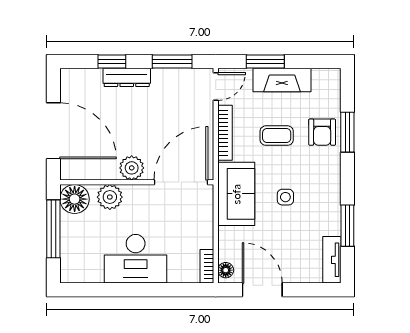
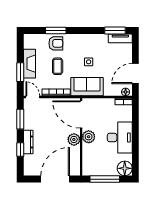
plant: (110, 197) -> (89, 137), moved
floor lamp: (75, 199) -> (125, 168), moved
window: (347, 226) -> (115, 31), moved

